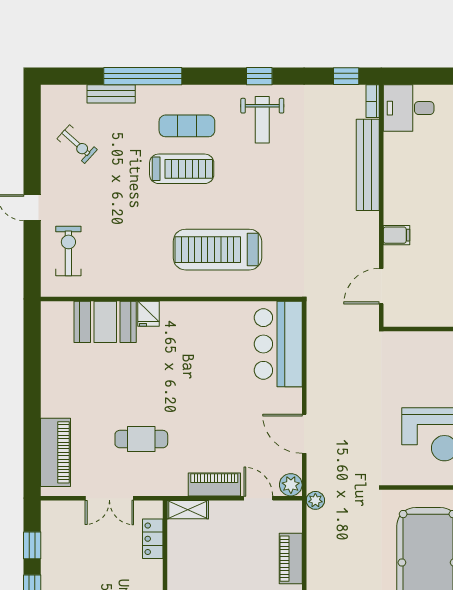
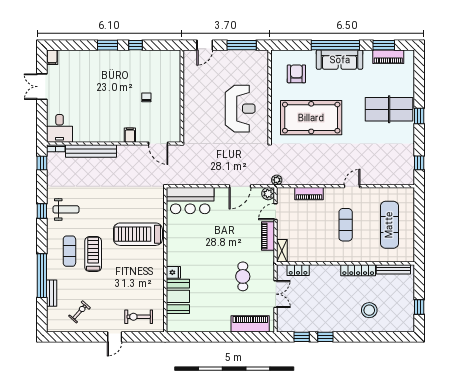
treadmill: (217, 250) -> (138, 234), turned 90

